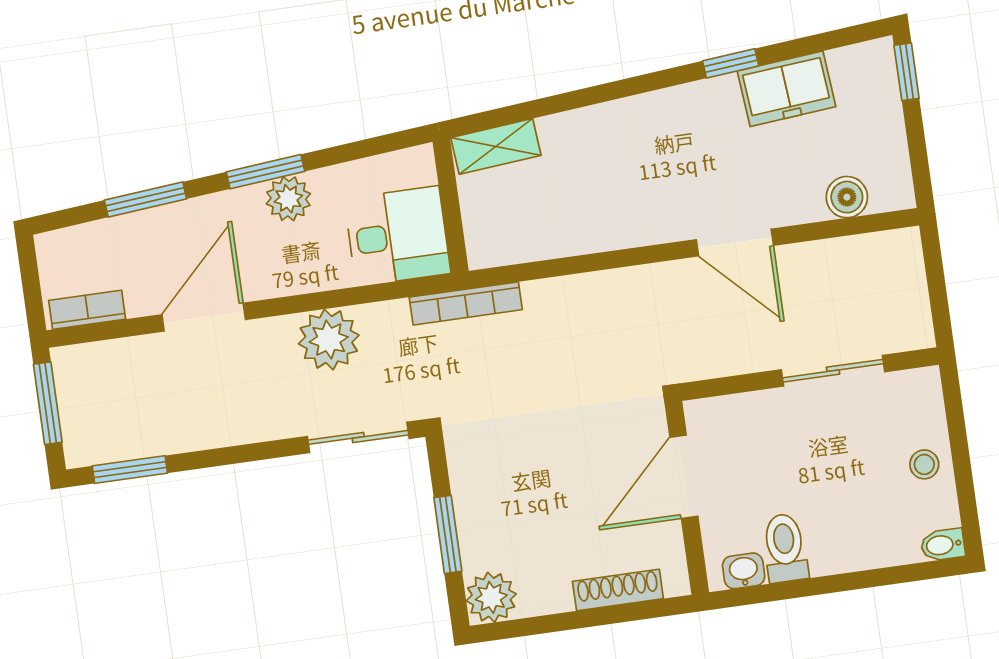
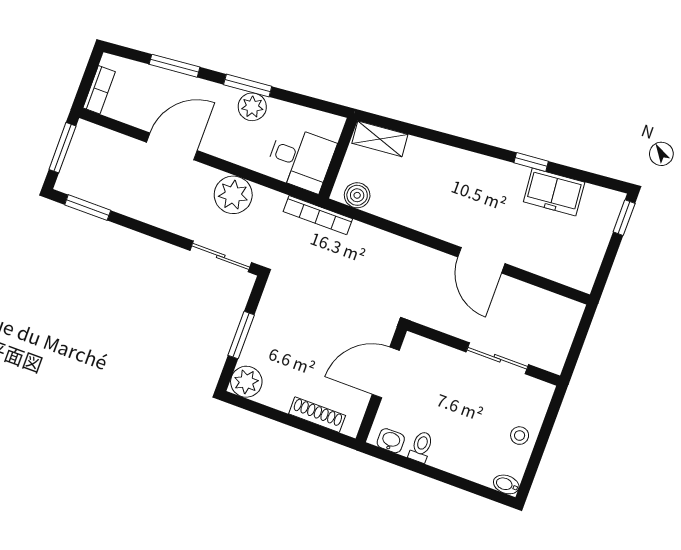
boiler: (847, 197) -> (357, 195), moved
bookcase: (87, 310) -> (99, 90), moved, turned 90
toilet: (785, 548) -> (421, 447), width x0.73, depth x0.72

